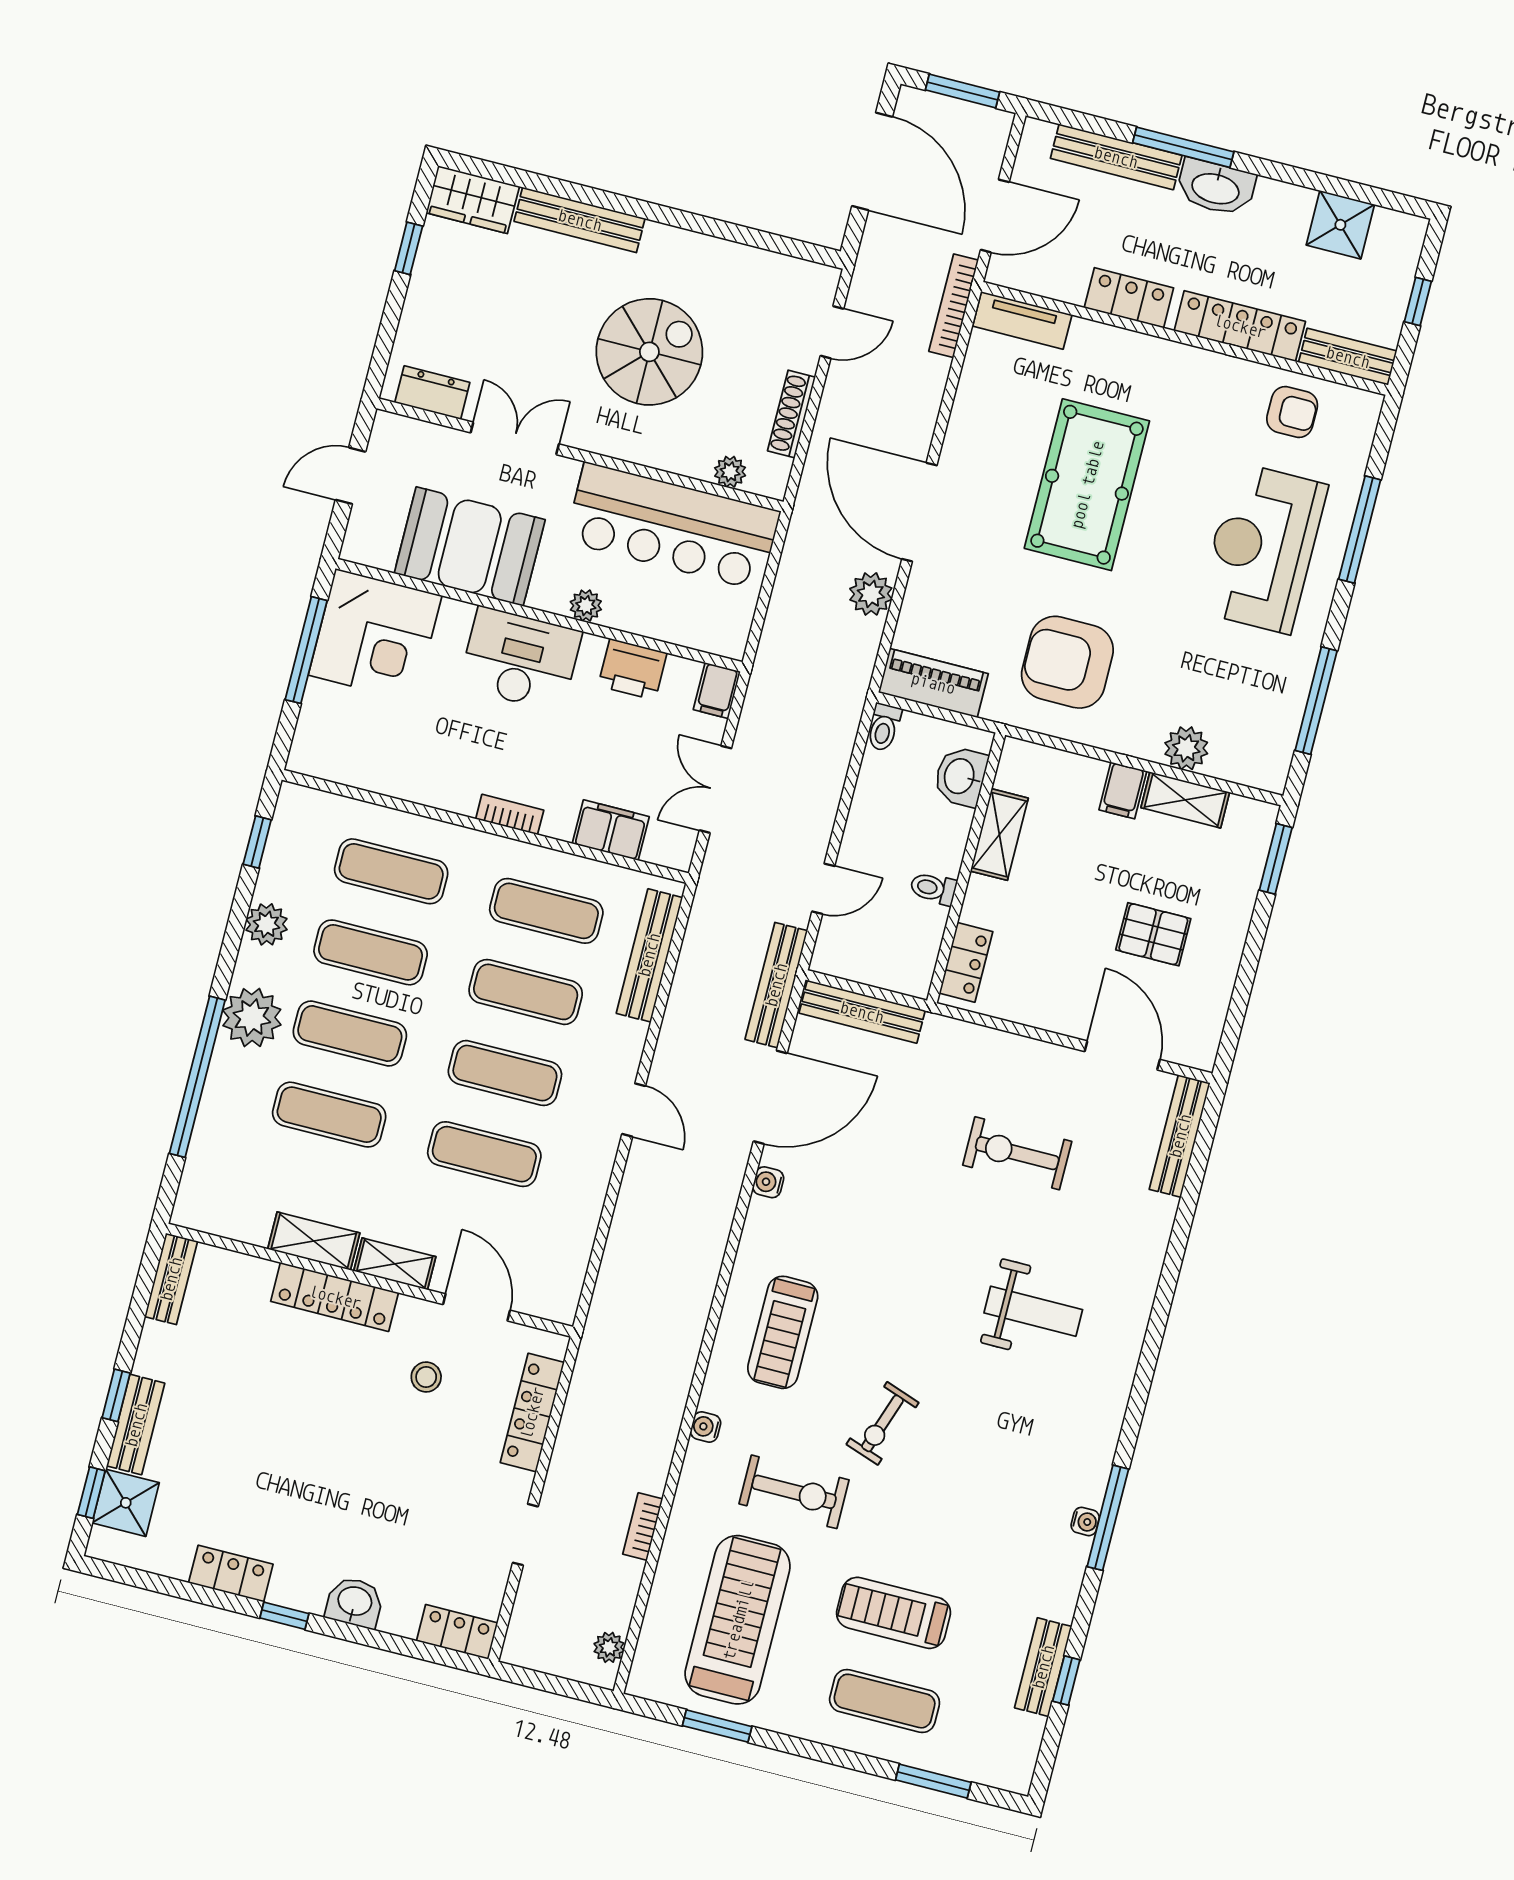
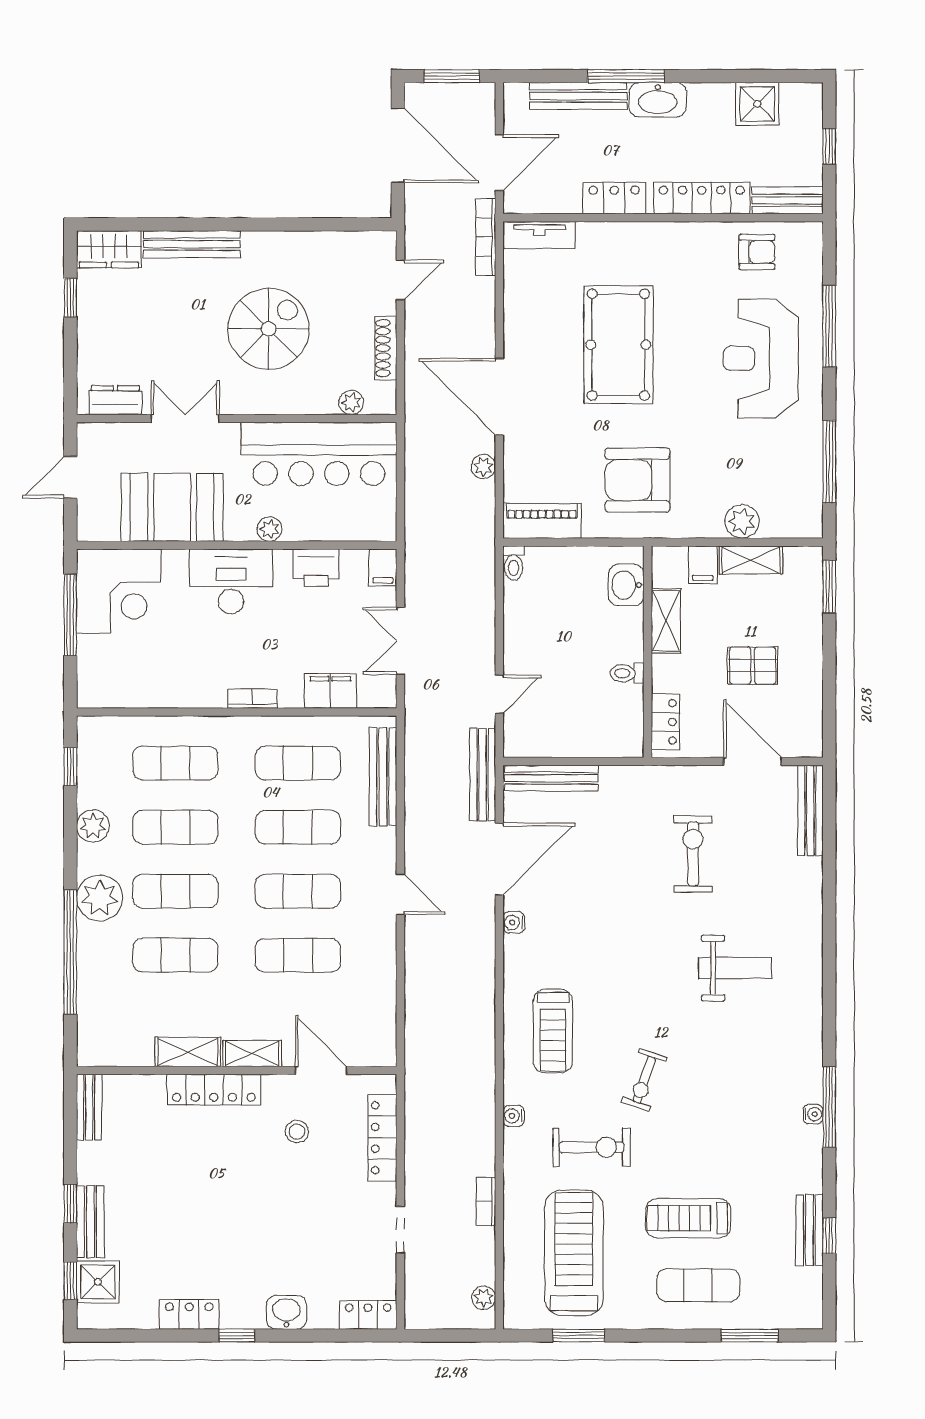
plant: (871, 594) -> (483, 467), width x0.73, depth x0.73
washbasin: (960, 776) -> (626, 585), moved
shelving: (999, 835) -> (666, 621), moved
wall: (966, 868) -> (648, 652), moved
toilet: (933, 888) -> (627, 673), moved
locker: (966, 962) -> (665, 722), moved
exercise bike: (1017, 1153) -> (693, 854), turned 90

